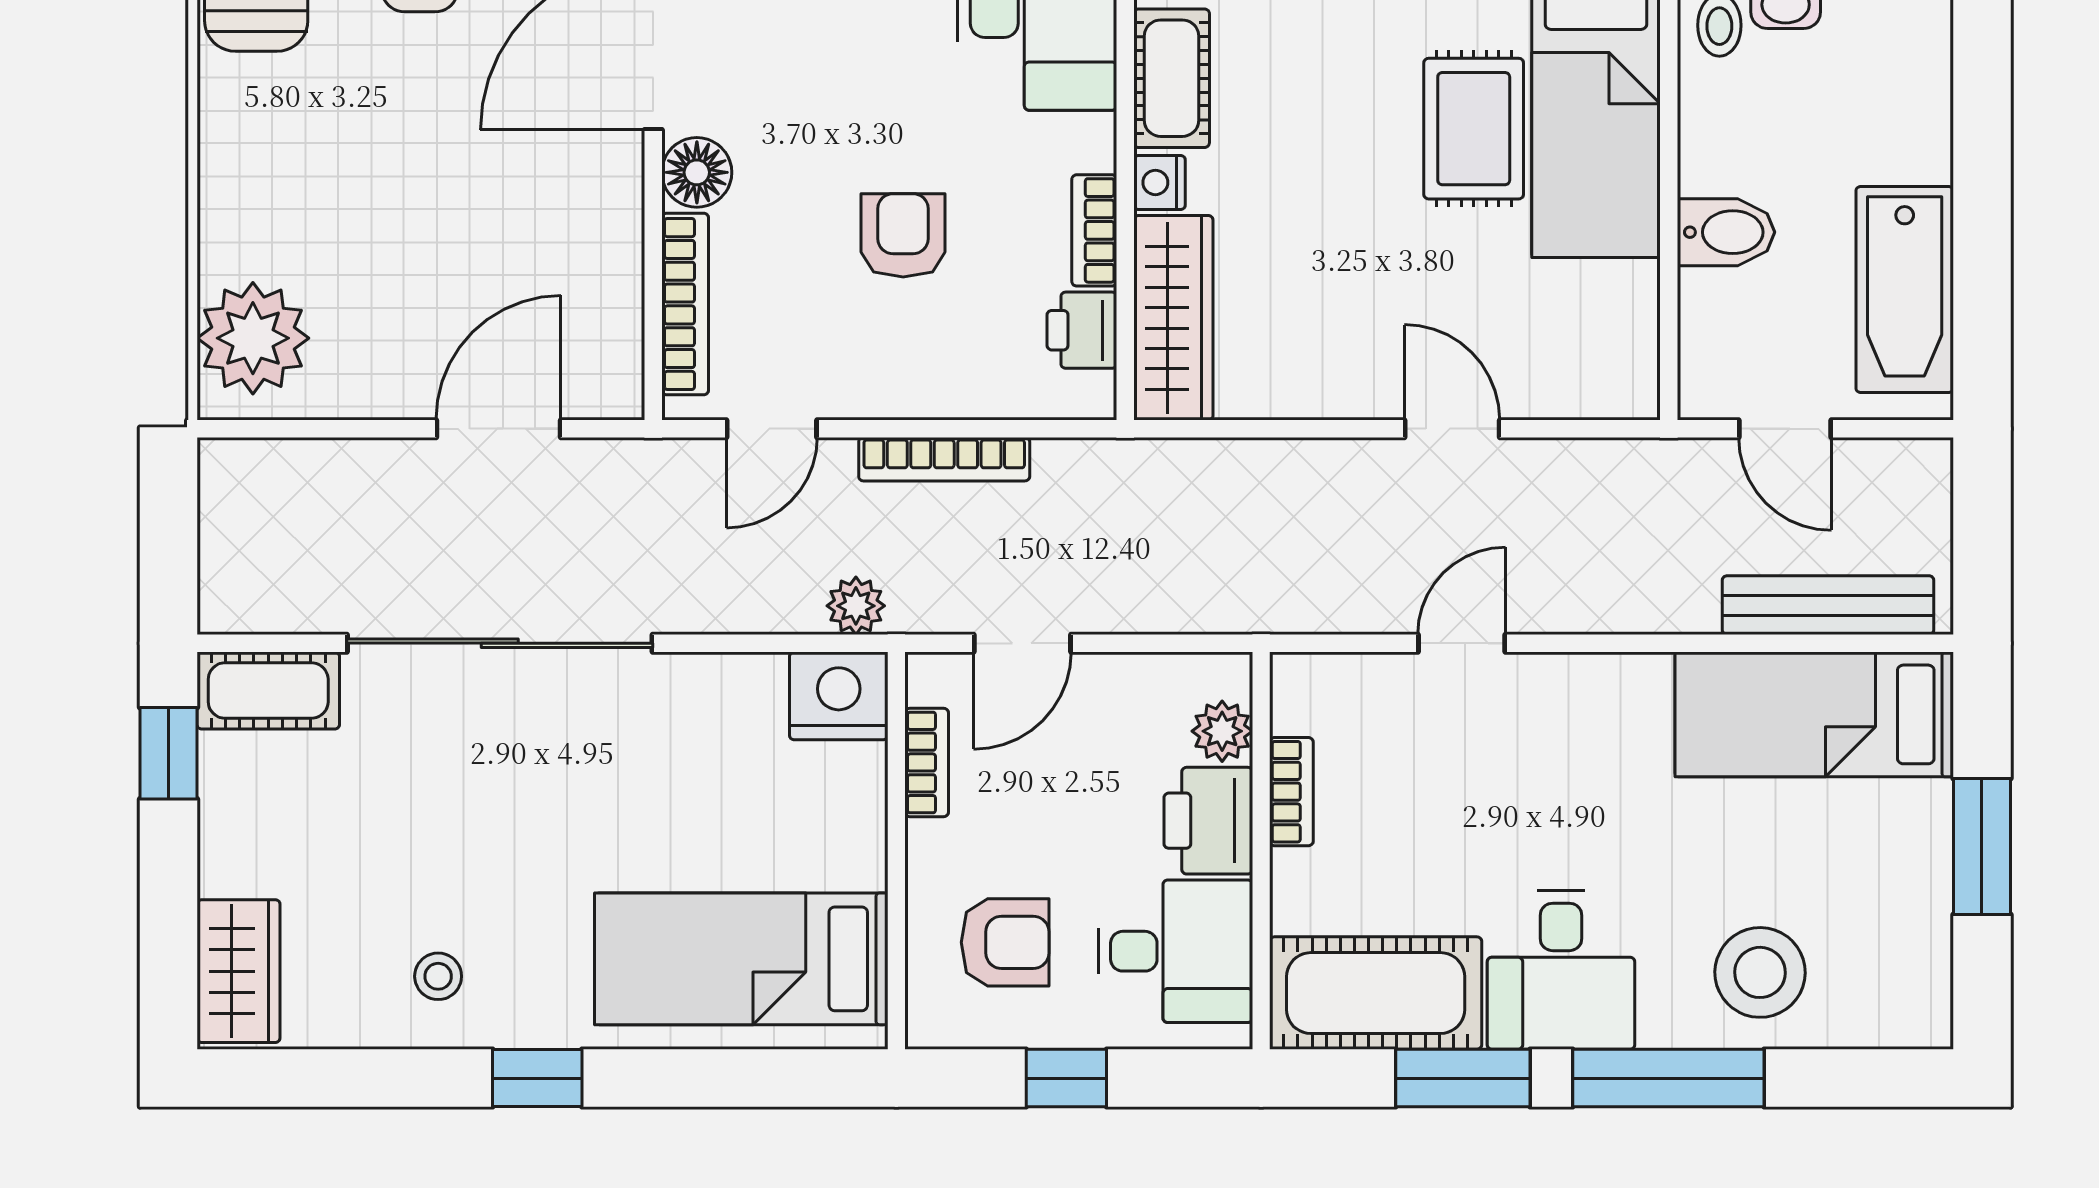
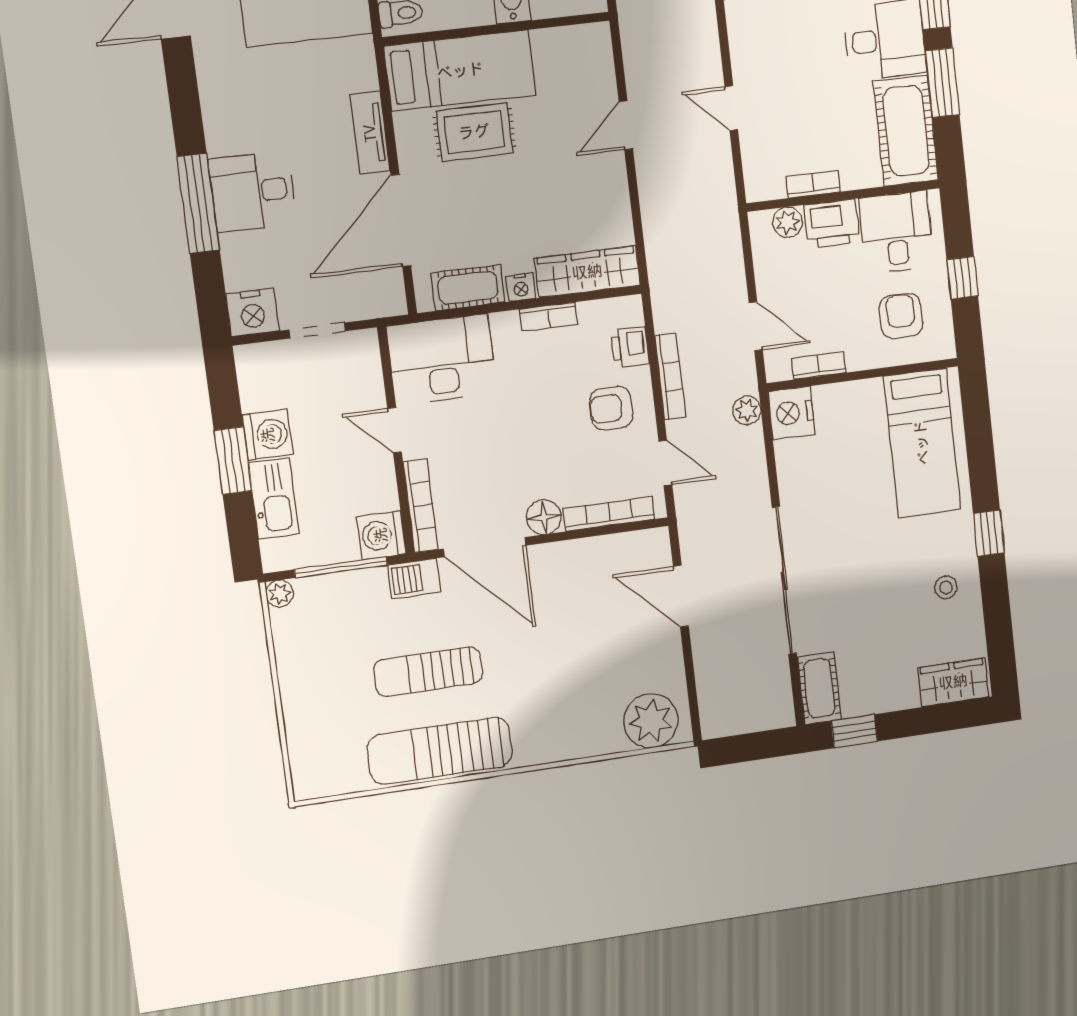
armchair: (903, 235) -> (611, 408), moved
printer: (1082, 330) -> (630, 347), moved, turned 90

